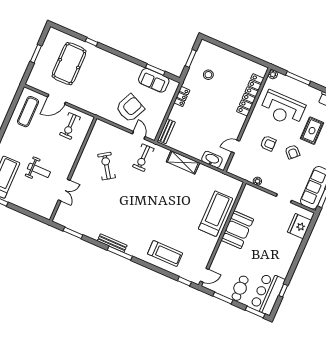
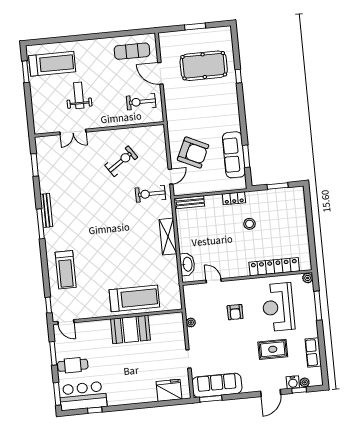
stool: (208, 75) -> (250, 224), moved
sofa: (154, 80) -> (234, 155), width x1.36
armchair: (292, 152) -> (240, 341), removed
weight bench: (39, 170) -> (79, 95), turned 180

